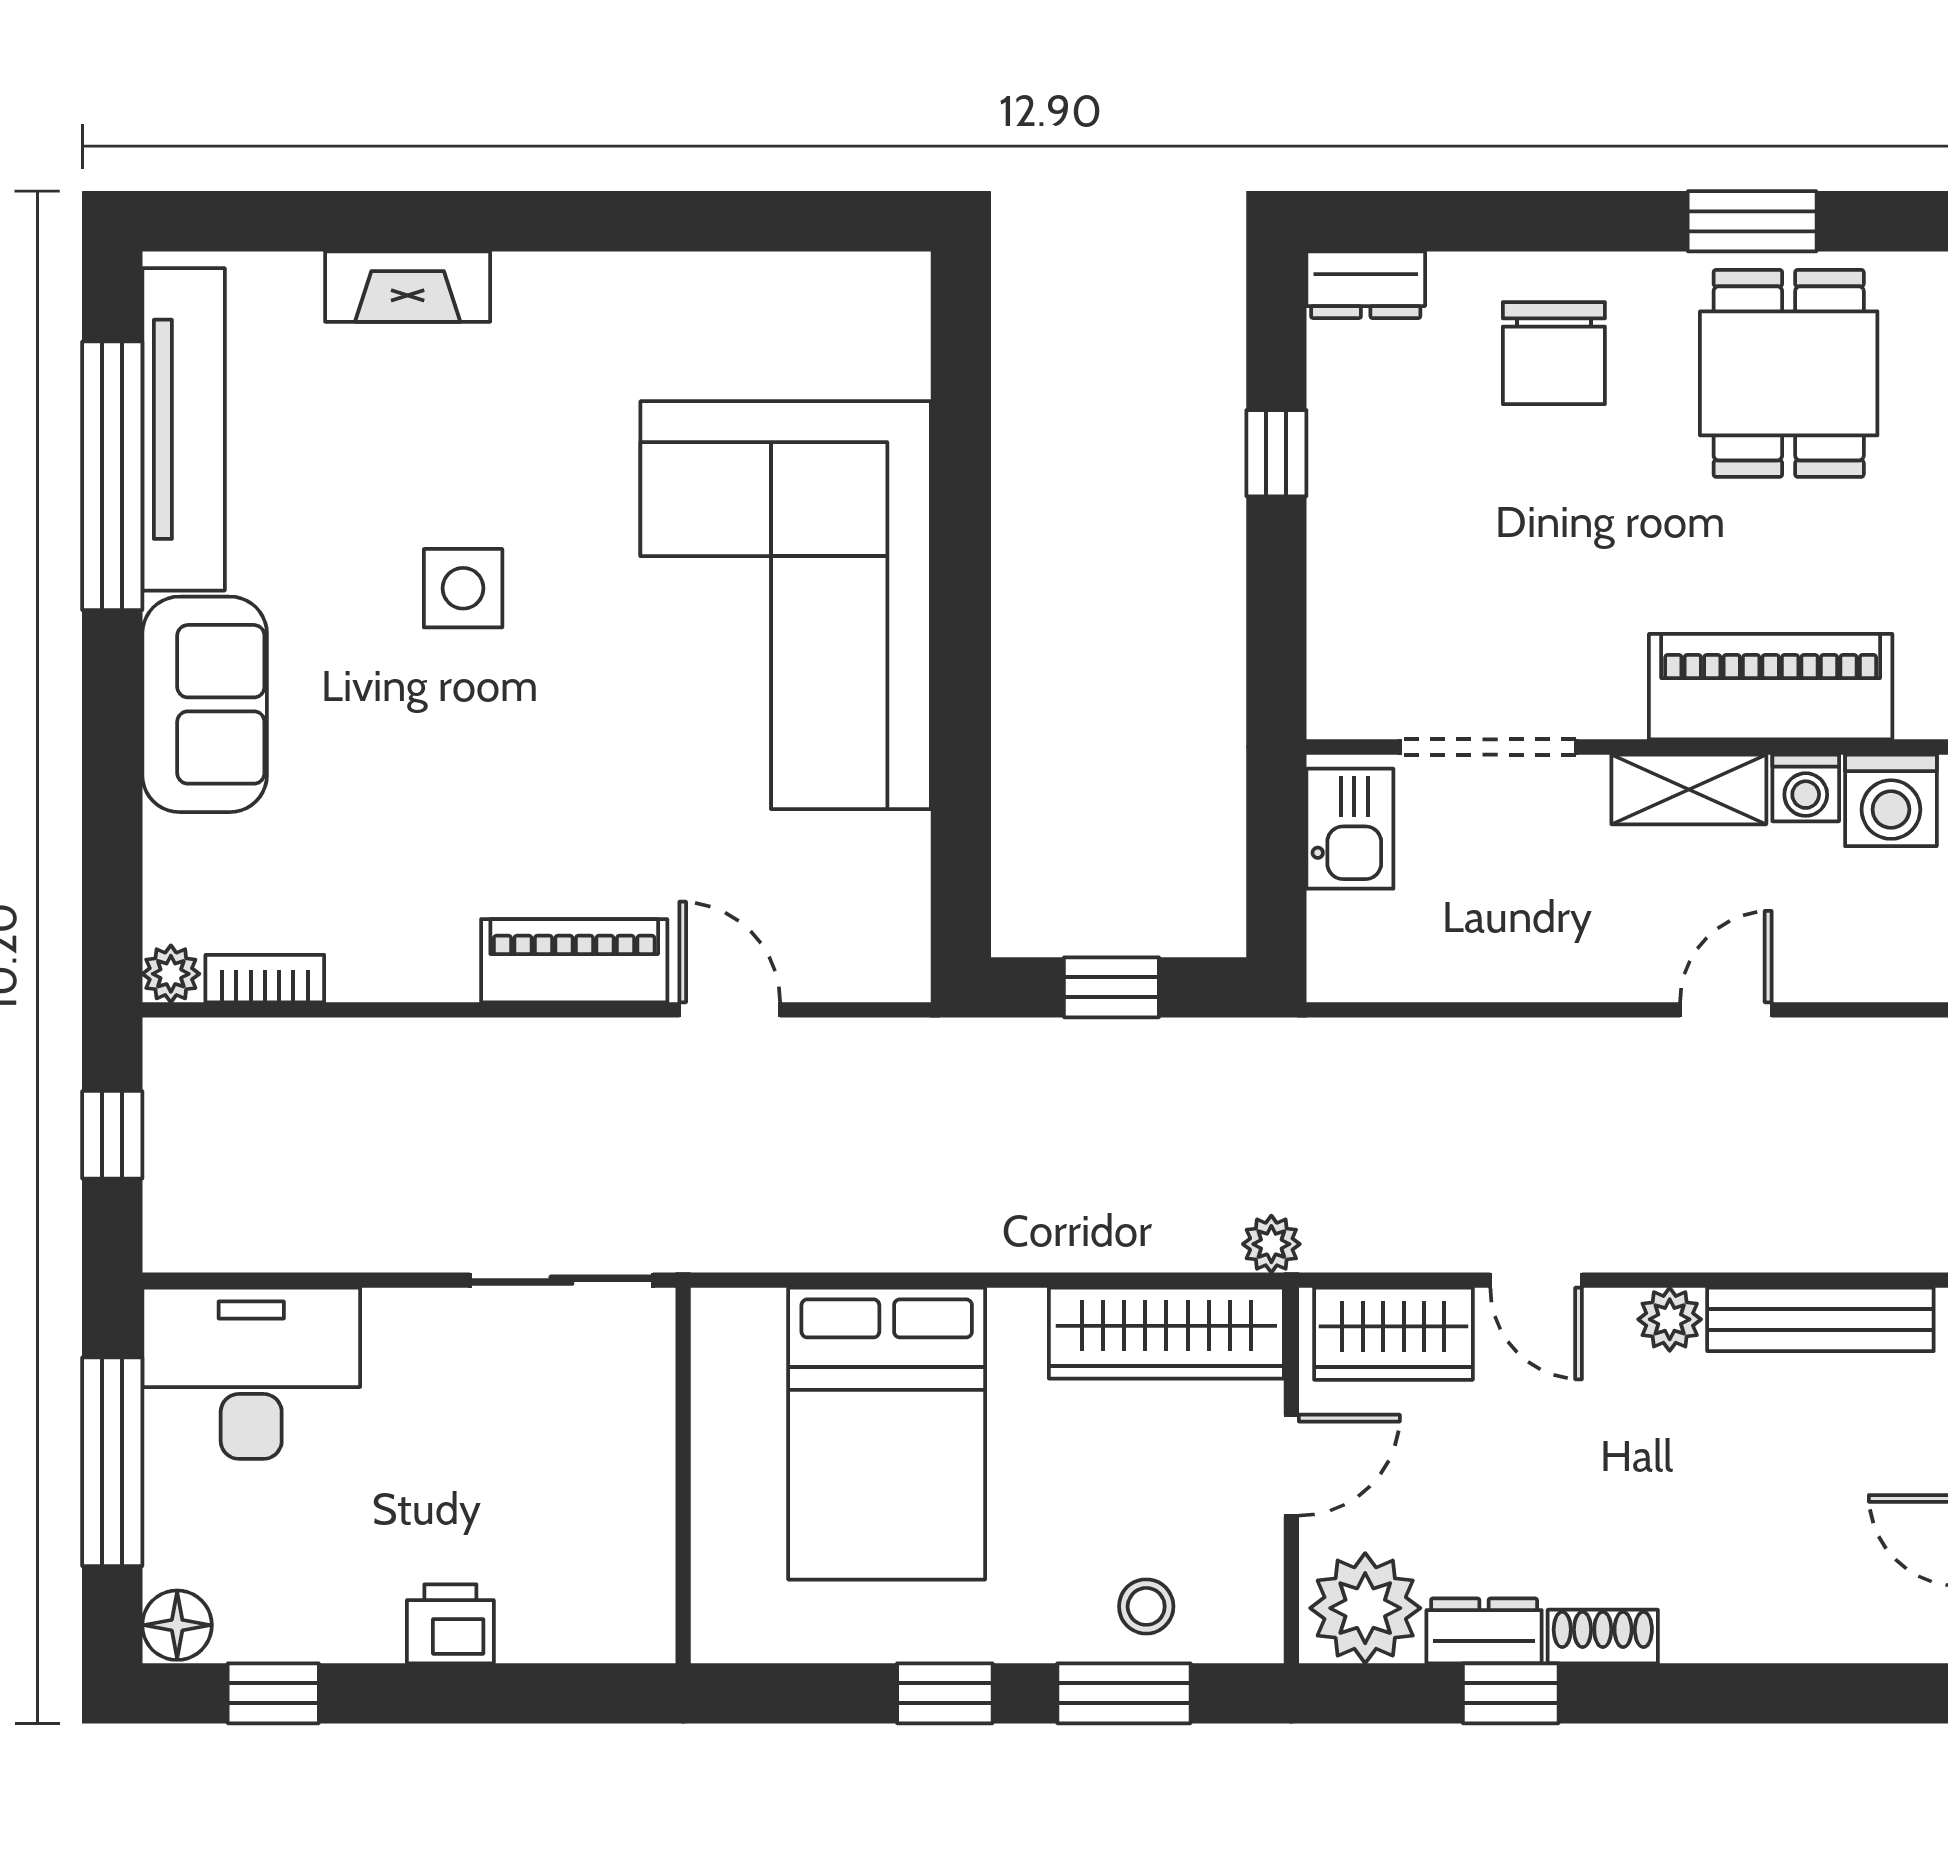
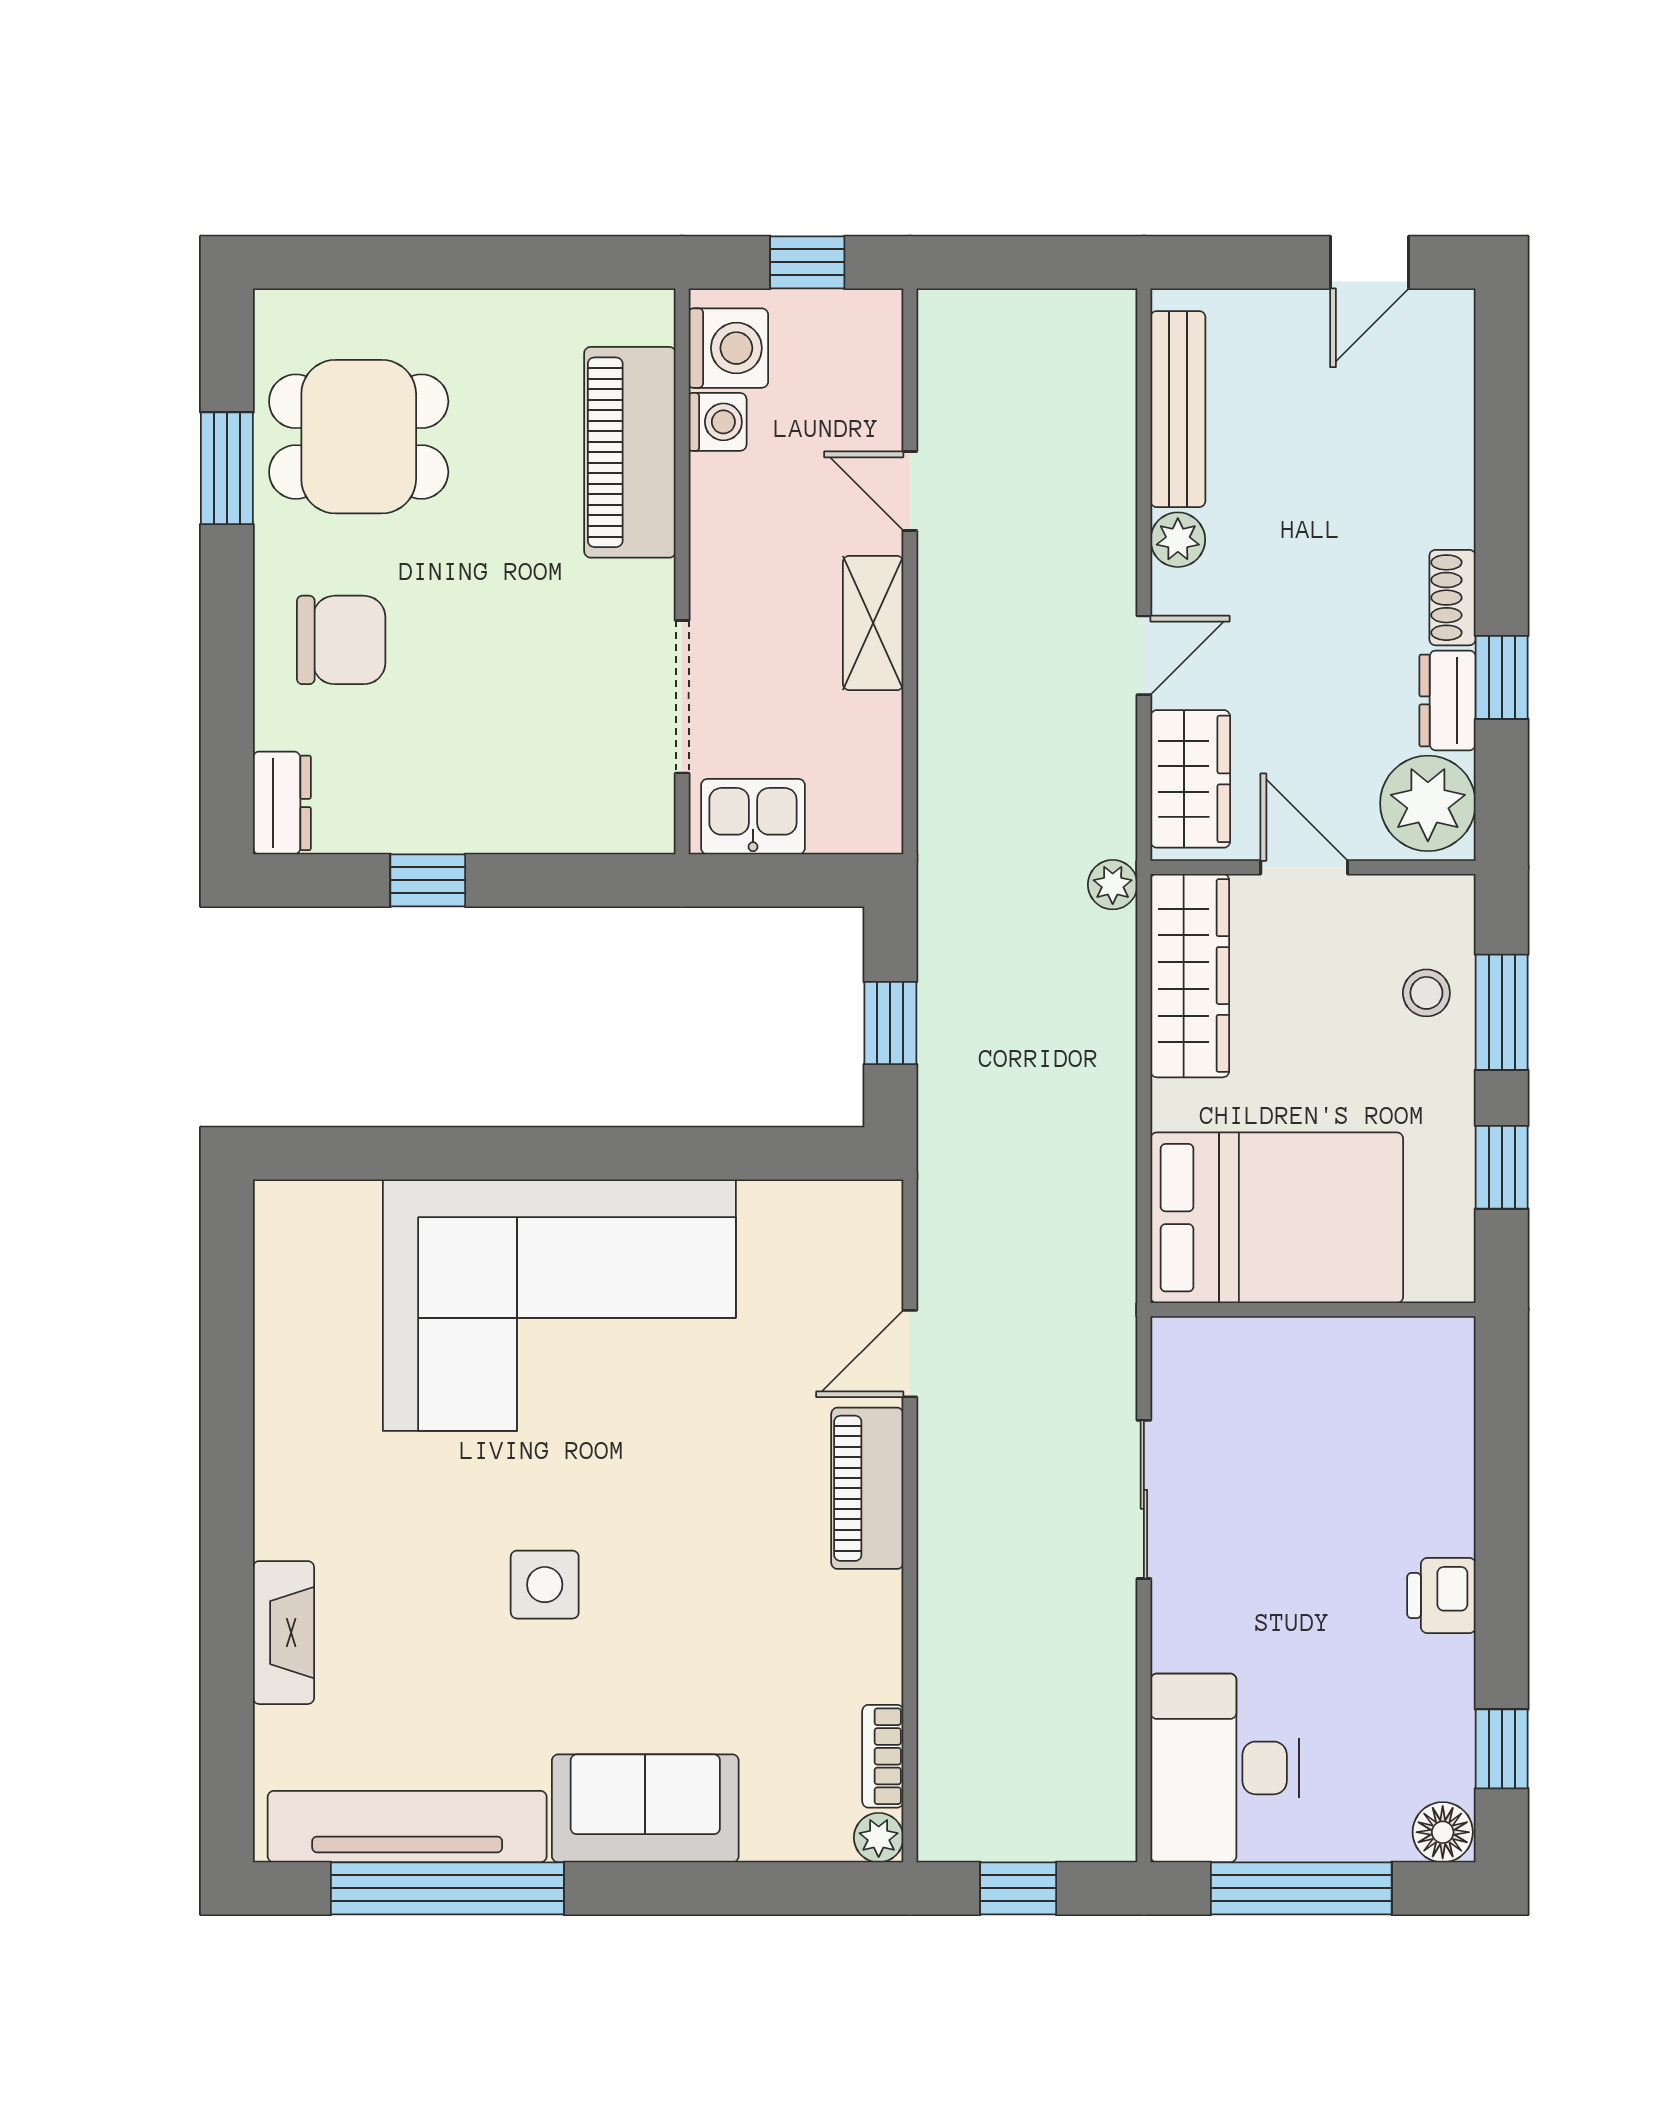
shelving: (1689, 789) -> (873, 623), moved
wall: (683, 1475) -> (1313, 1310), moved

